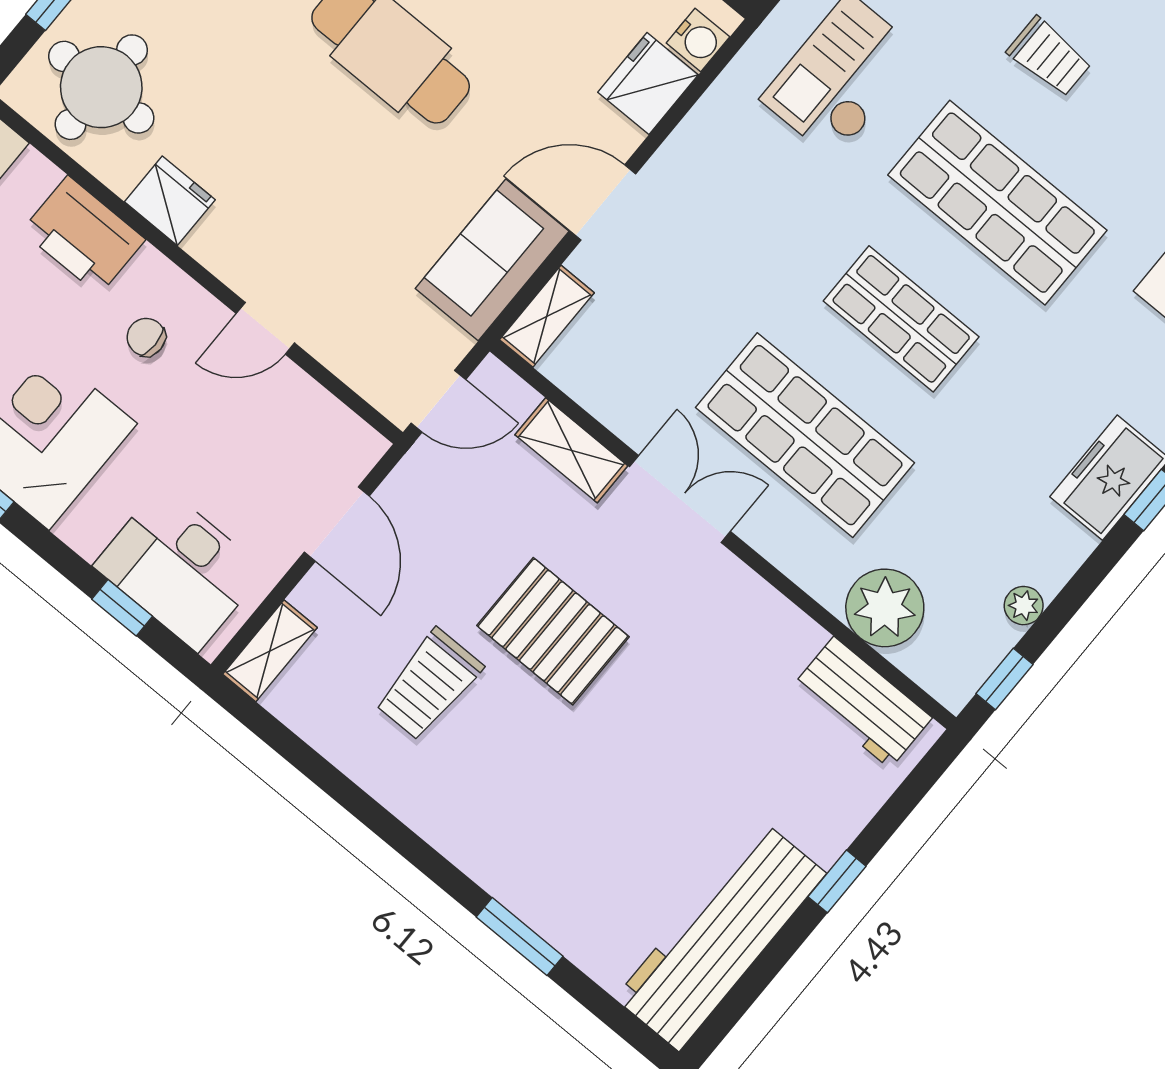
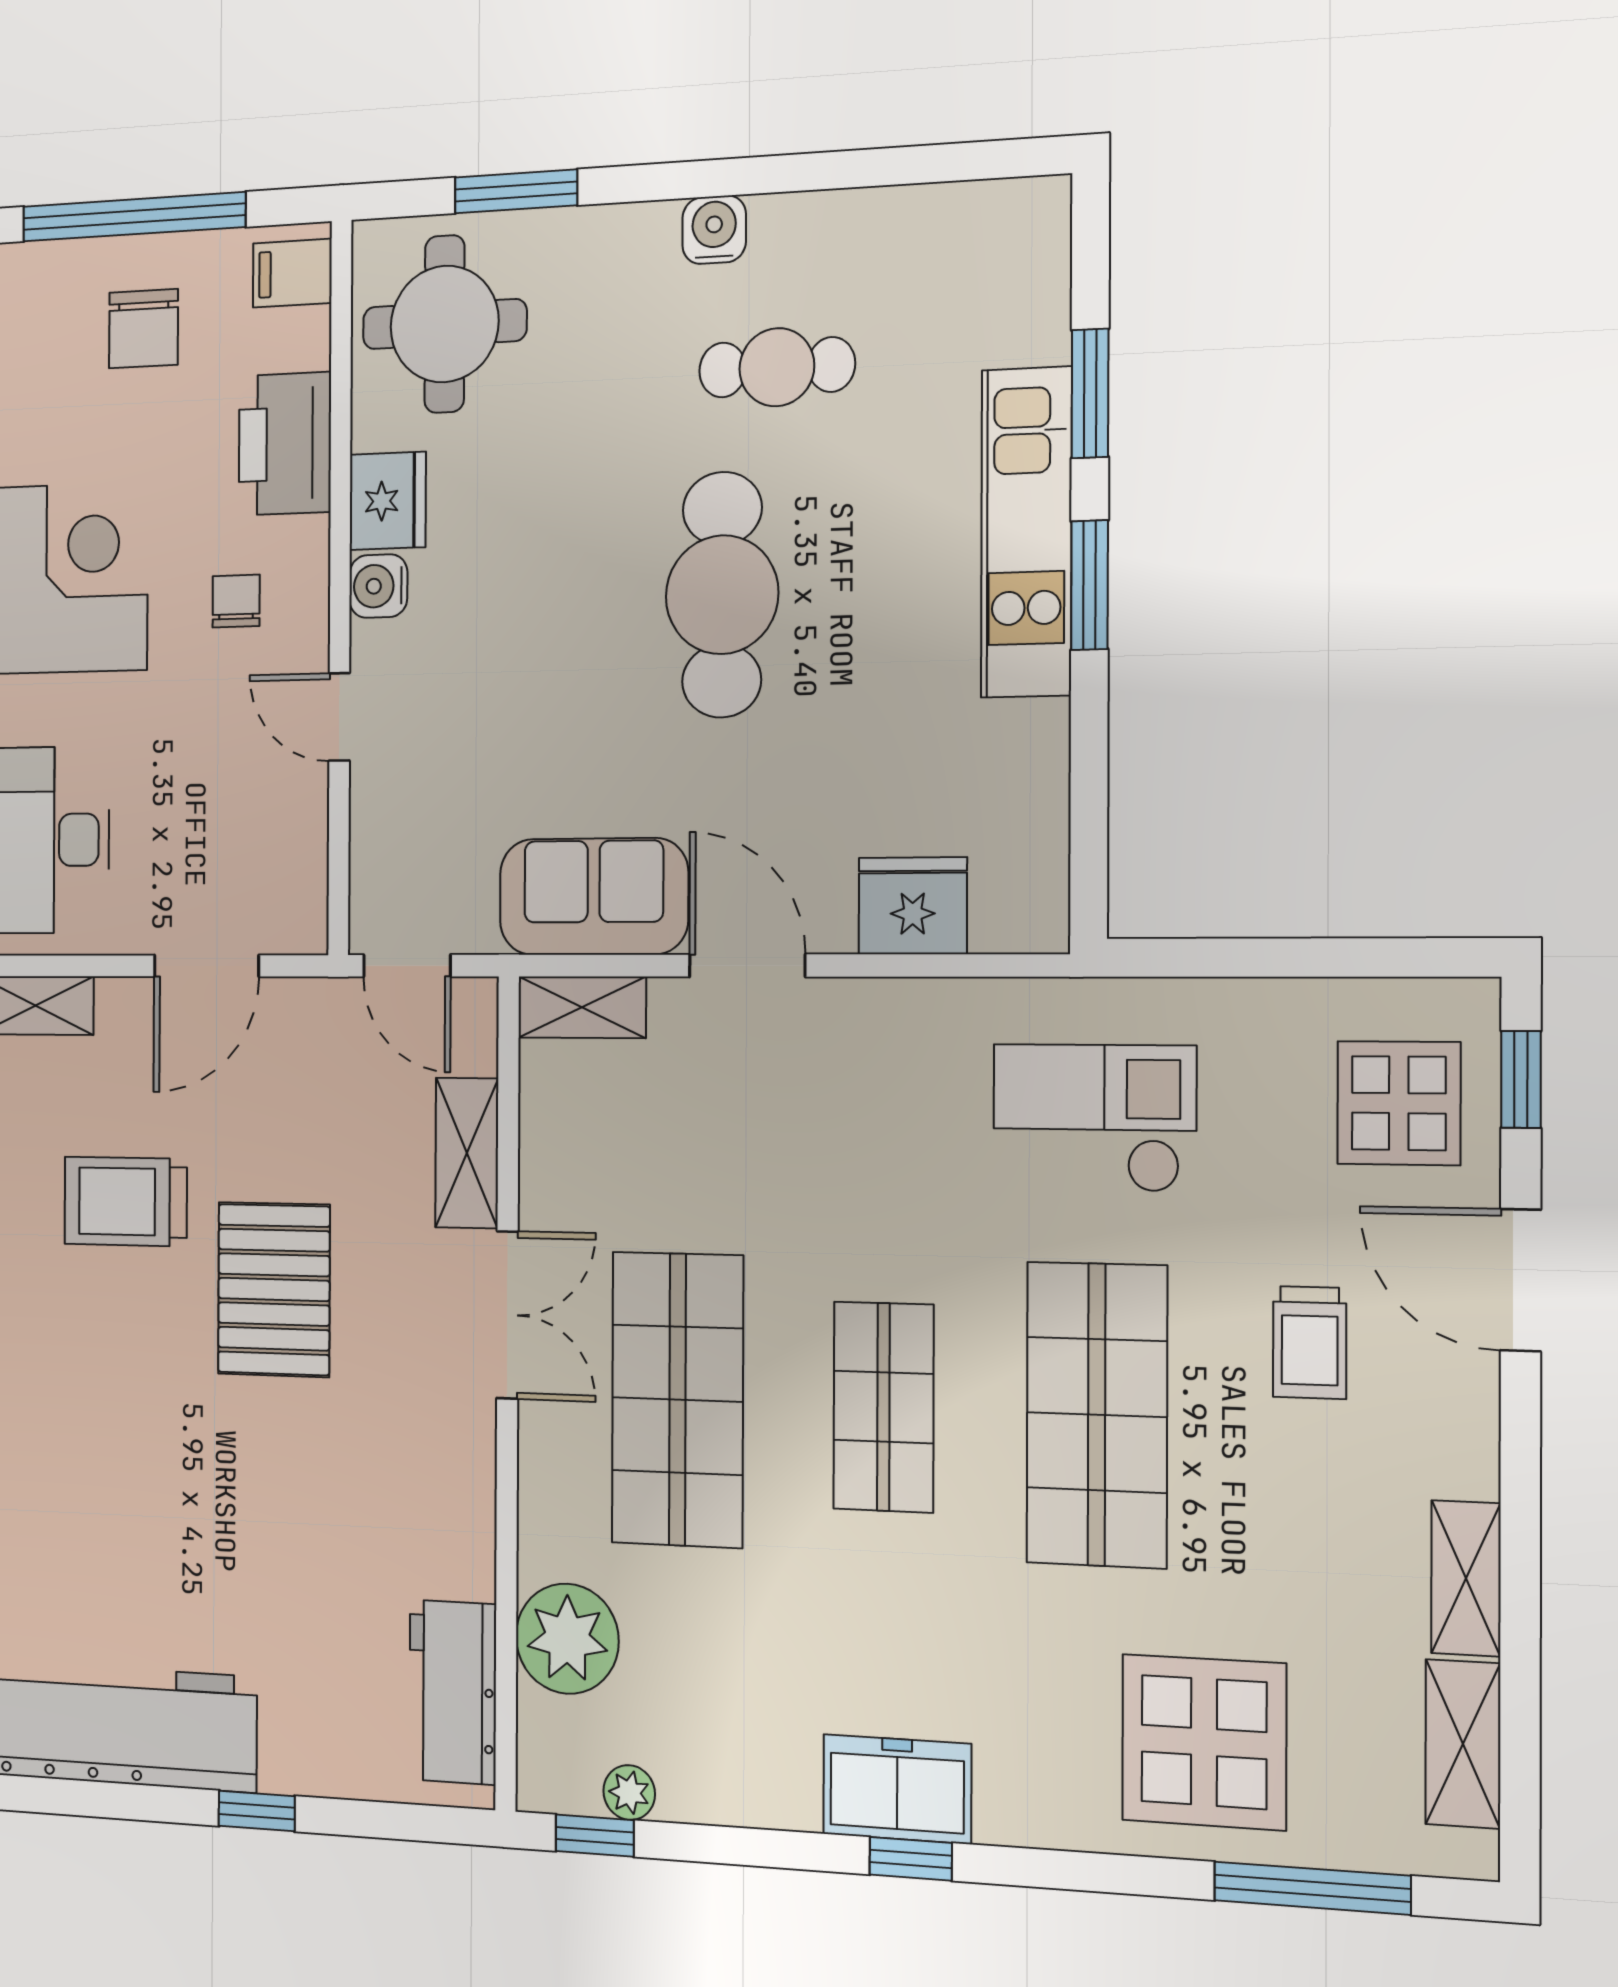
water cooler: (698, 40) -> (378, 586), moved, turned 90
plant: (1024, 606) -> (629, 1792), moved

